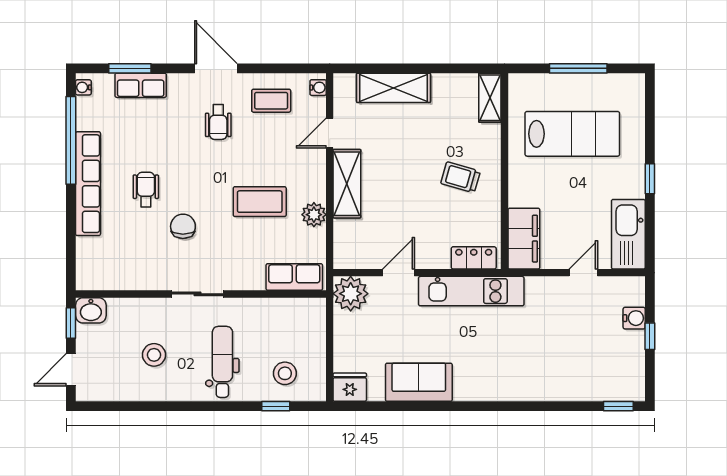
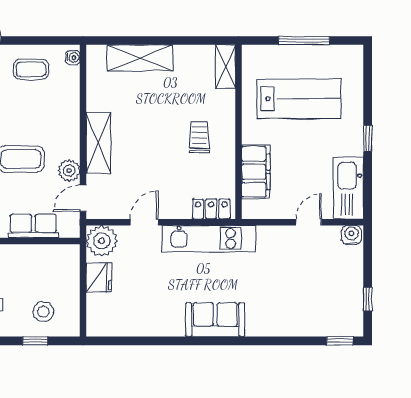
door: (330, 133) -> (83, 198), moved
trolley: (460, 177) -> (199, 137), turned 74
filing cabinet: (524, 239) -> (256, 172), moved
row of seats: (294, 277) -> (33, 226), moved
water cooler: (634, 318) -> (351, 235), moved, turned -90
window: (650, 336) -> (368, 299), moved
sofa: (419, 382) -> (215, 320), moved
fridge: (350, 387) -> (99, 278), moved, turned 90

